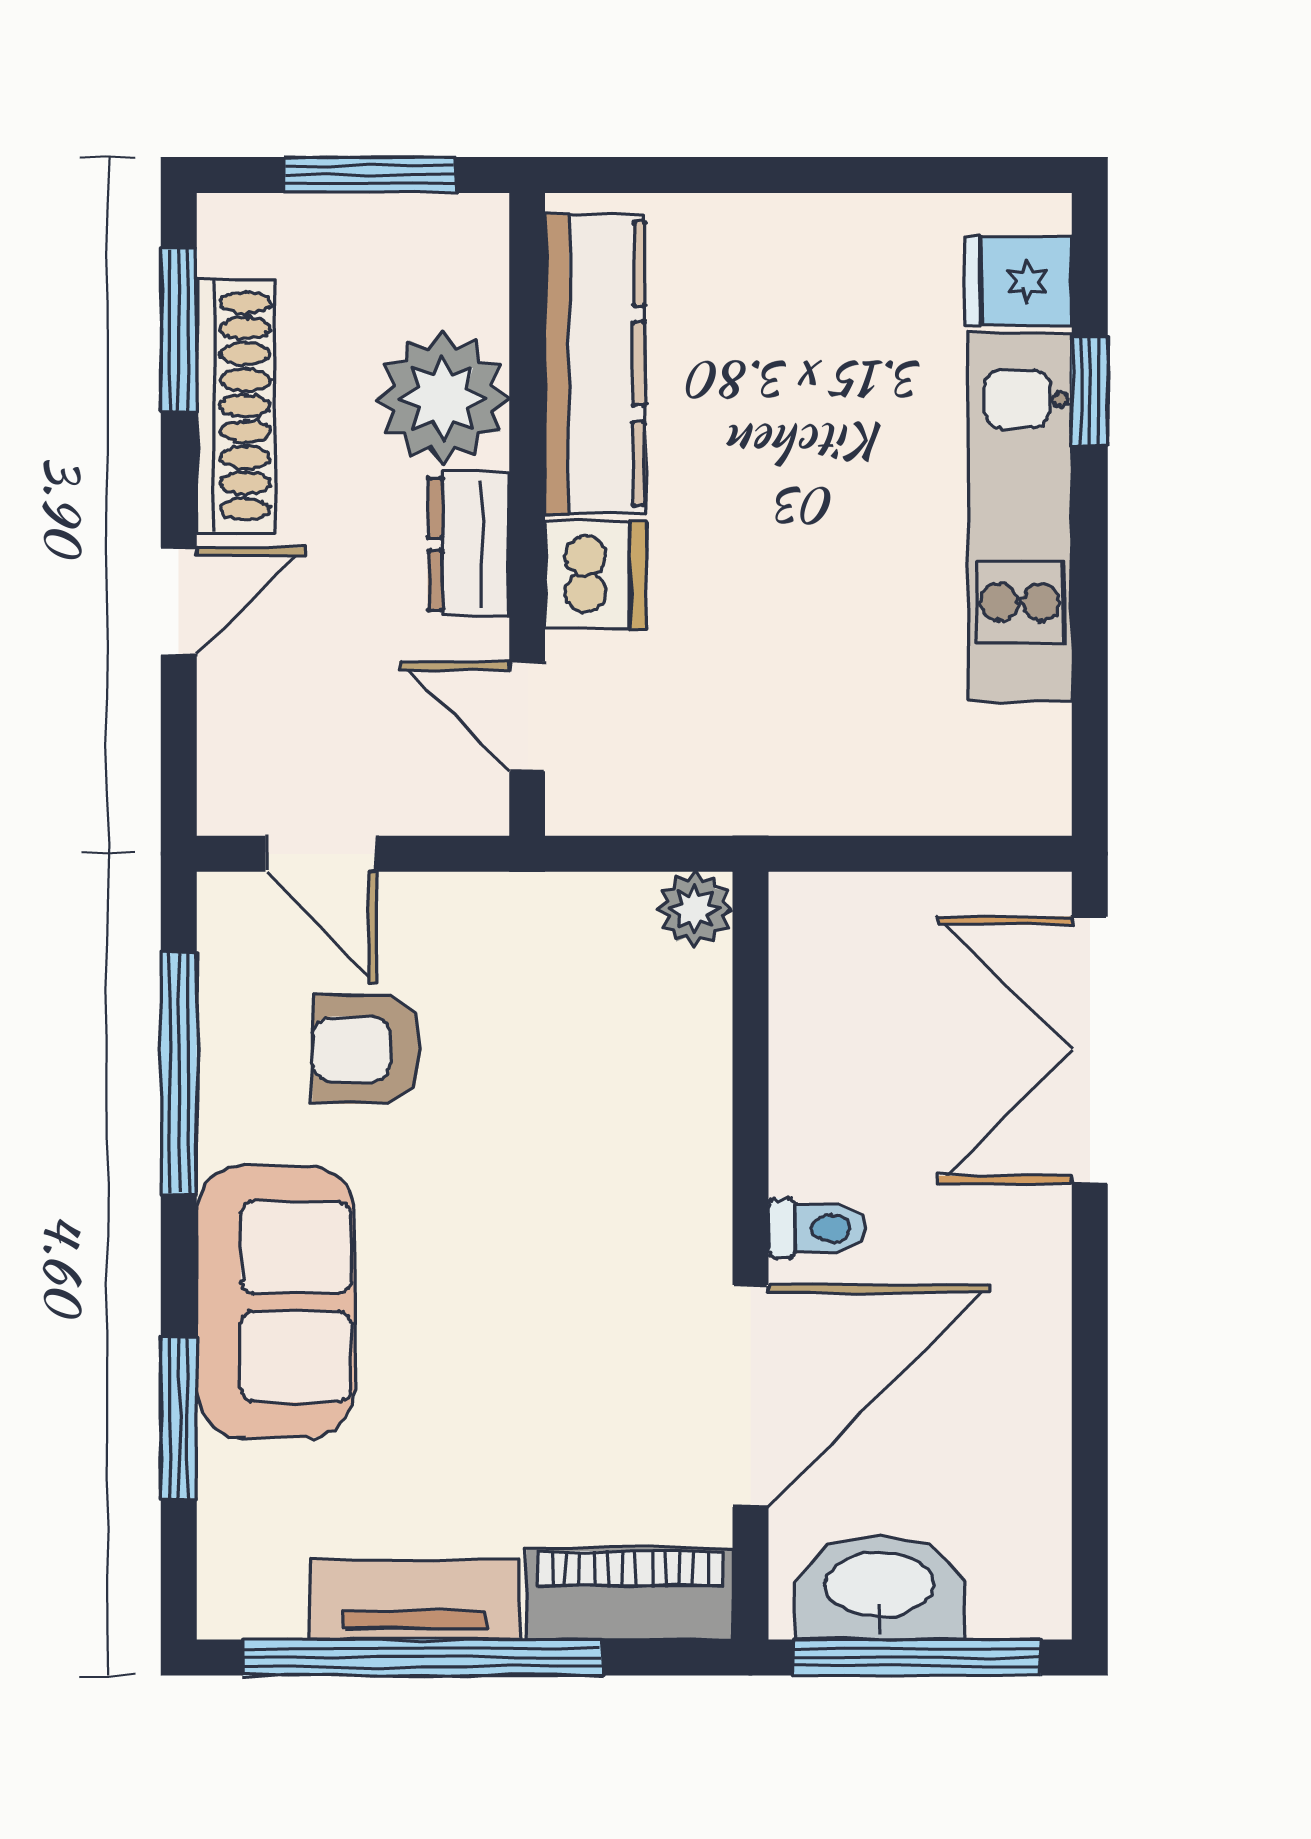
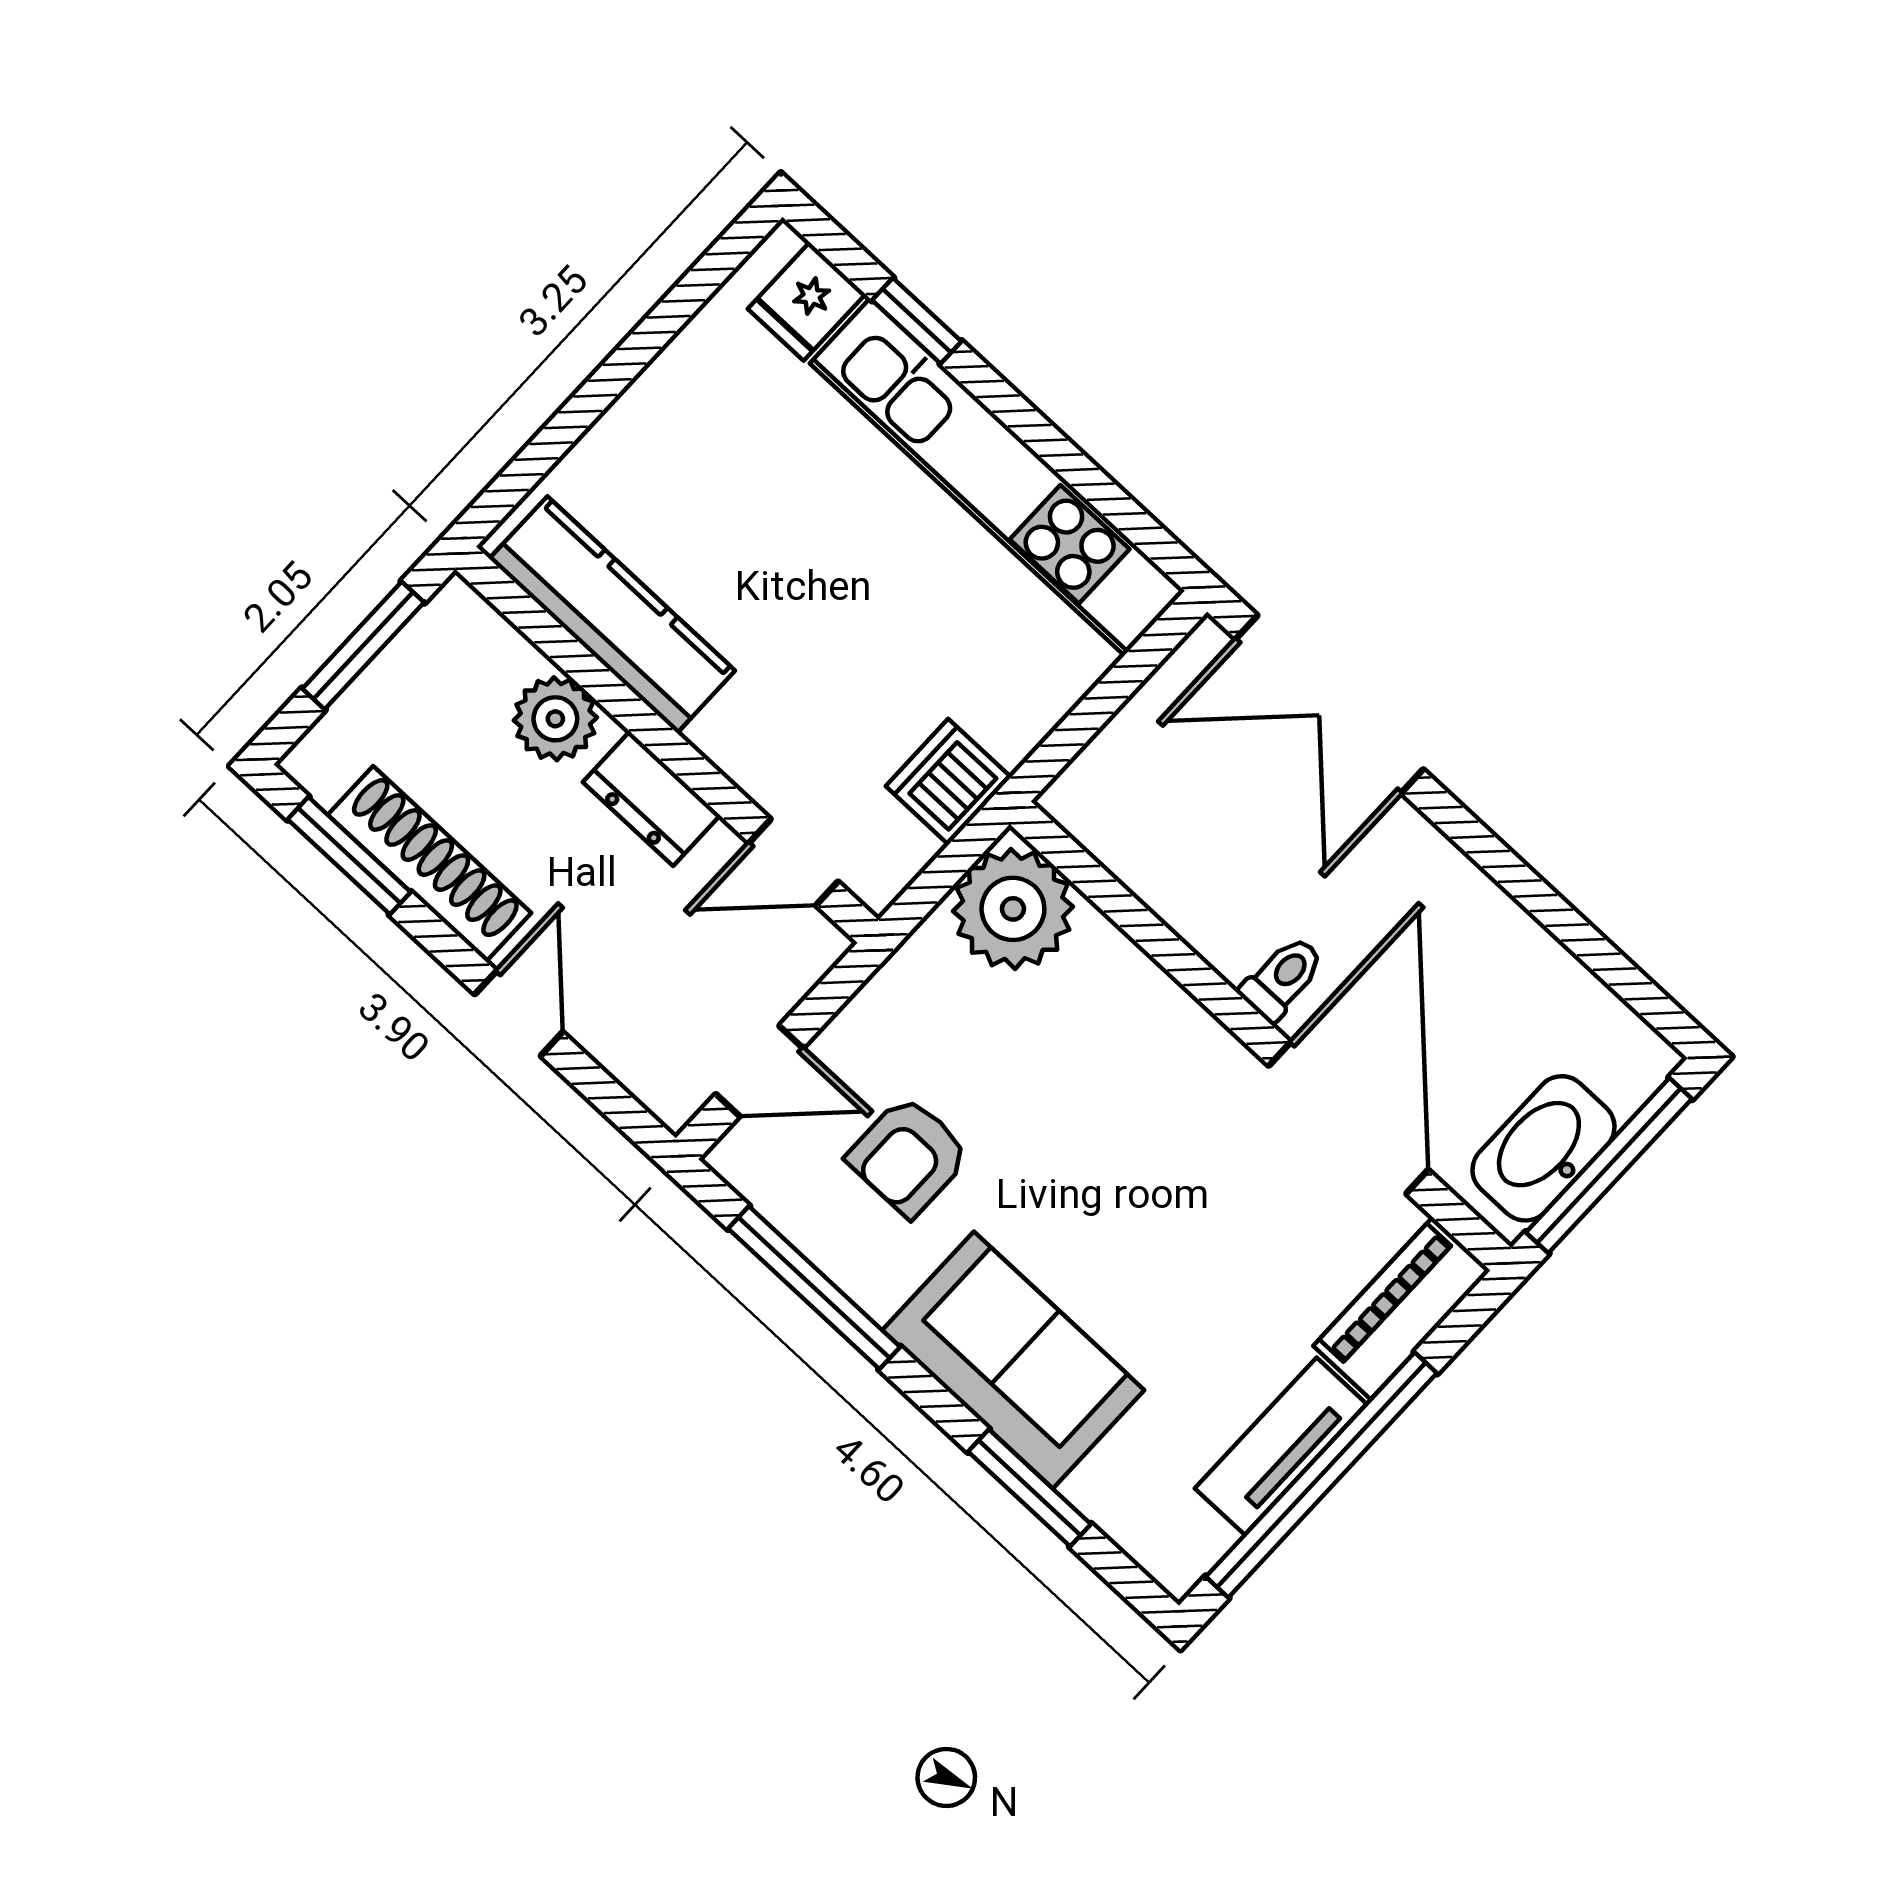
plant: (443, 398) -> (555, 719), width x0.73, depth x0.73
kitchen unit: (1020, 517) -> (997, 477), width x1.36
dishwasher: (595, 575) -> (948, 782), moved, turned -90
plant: (695, 909) -> (1013, 909), width x1.87, depth x1.87

